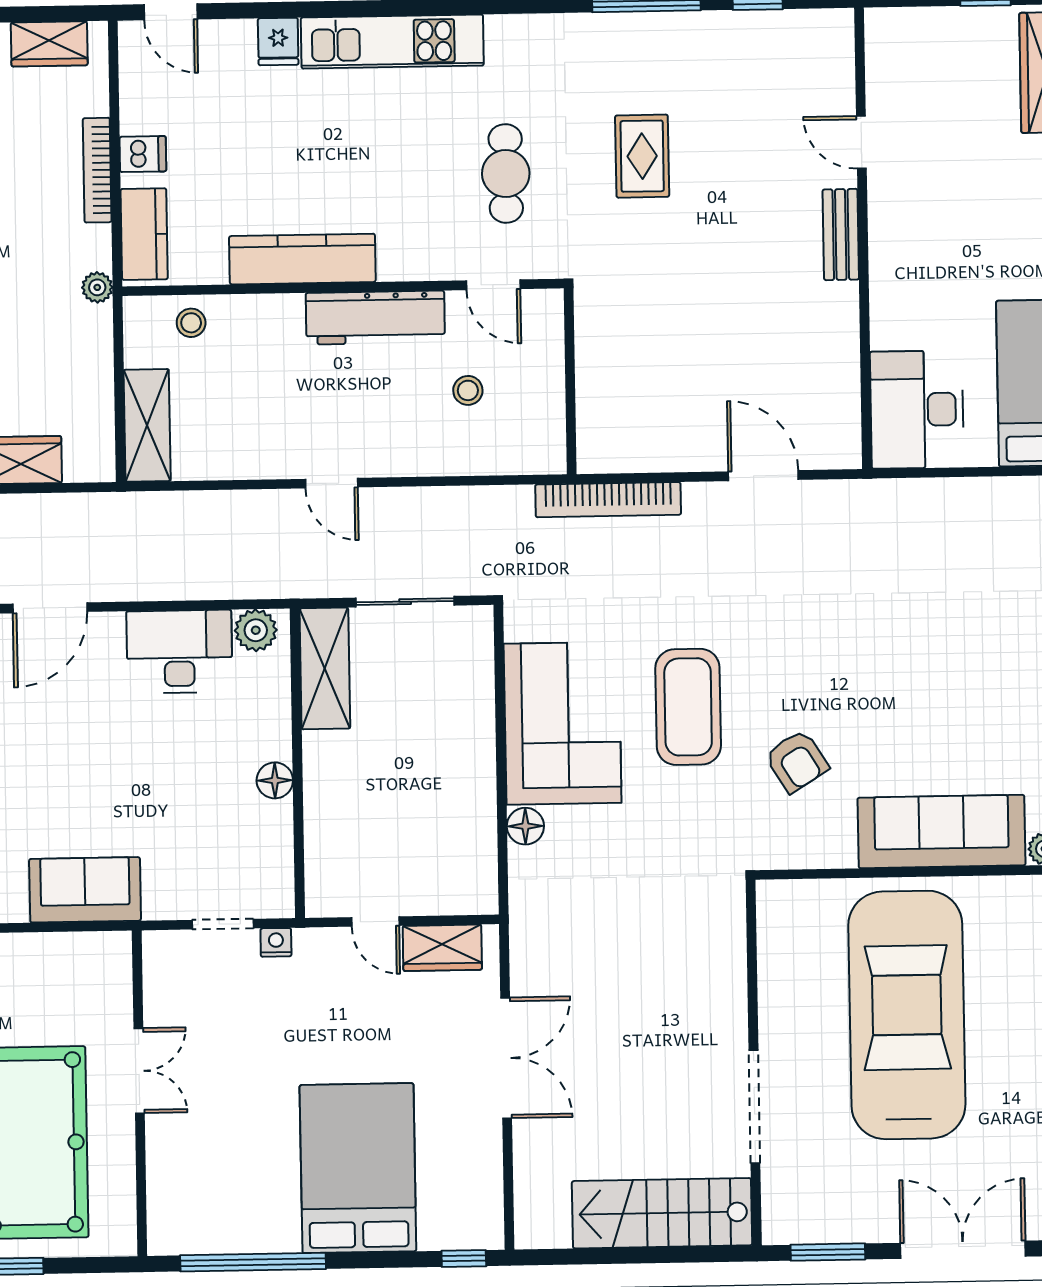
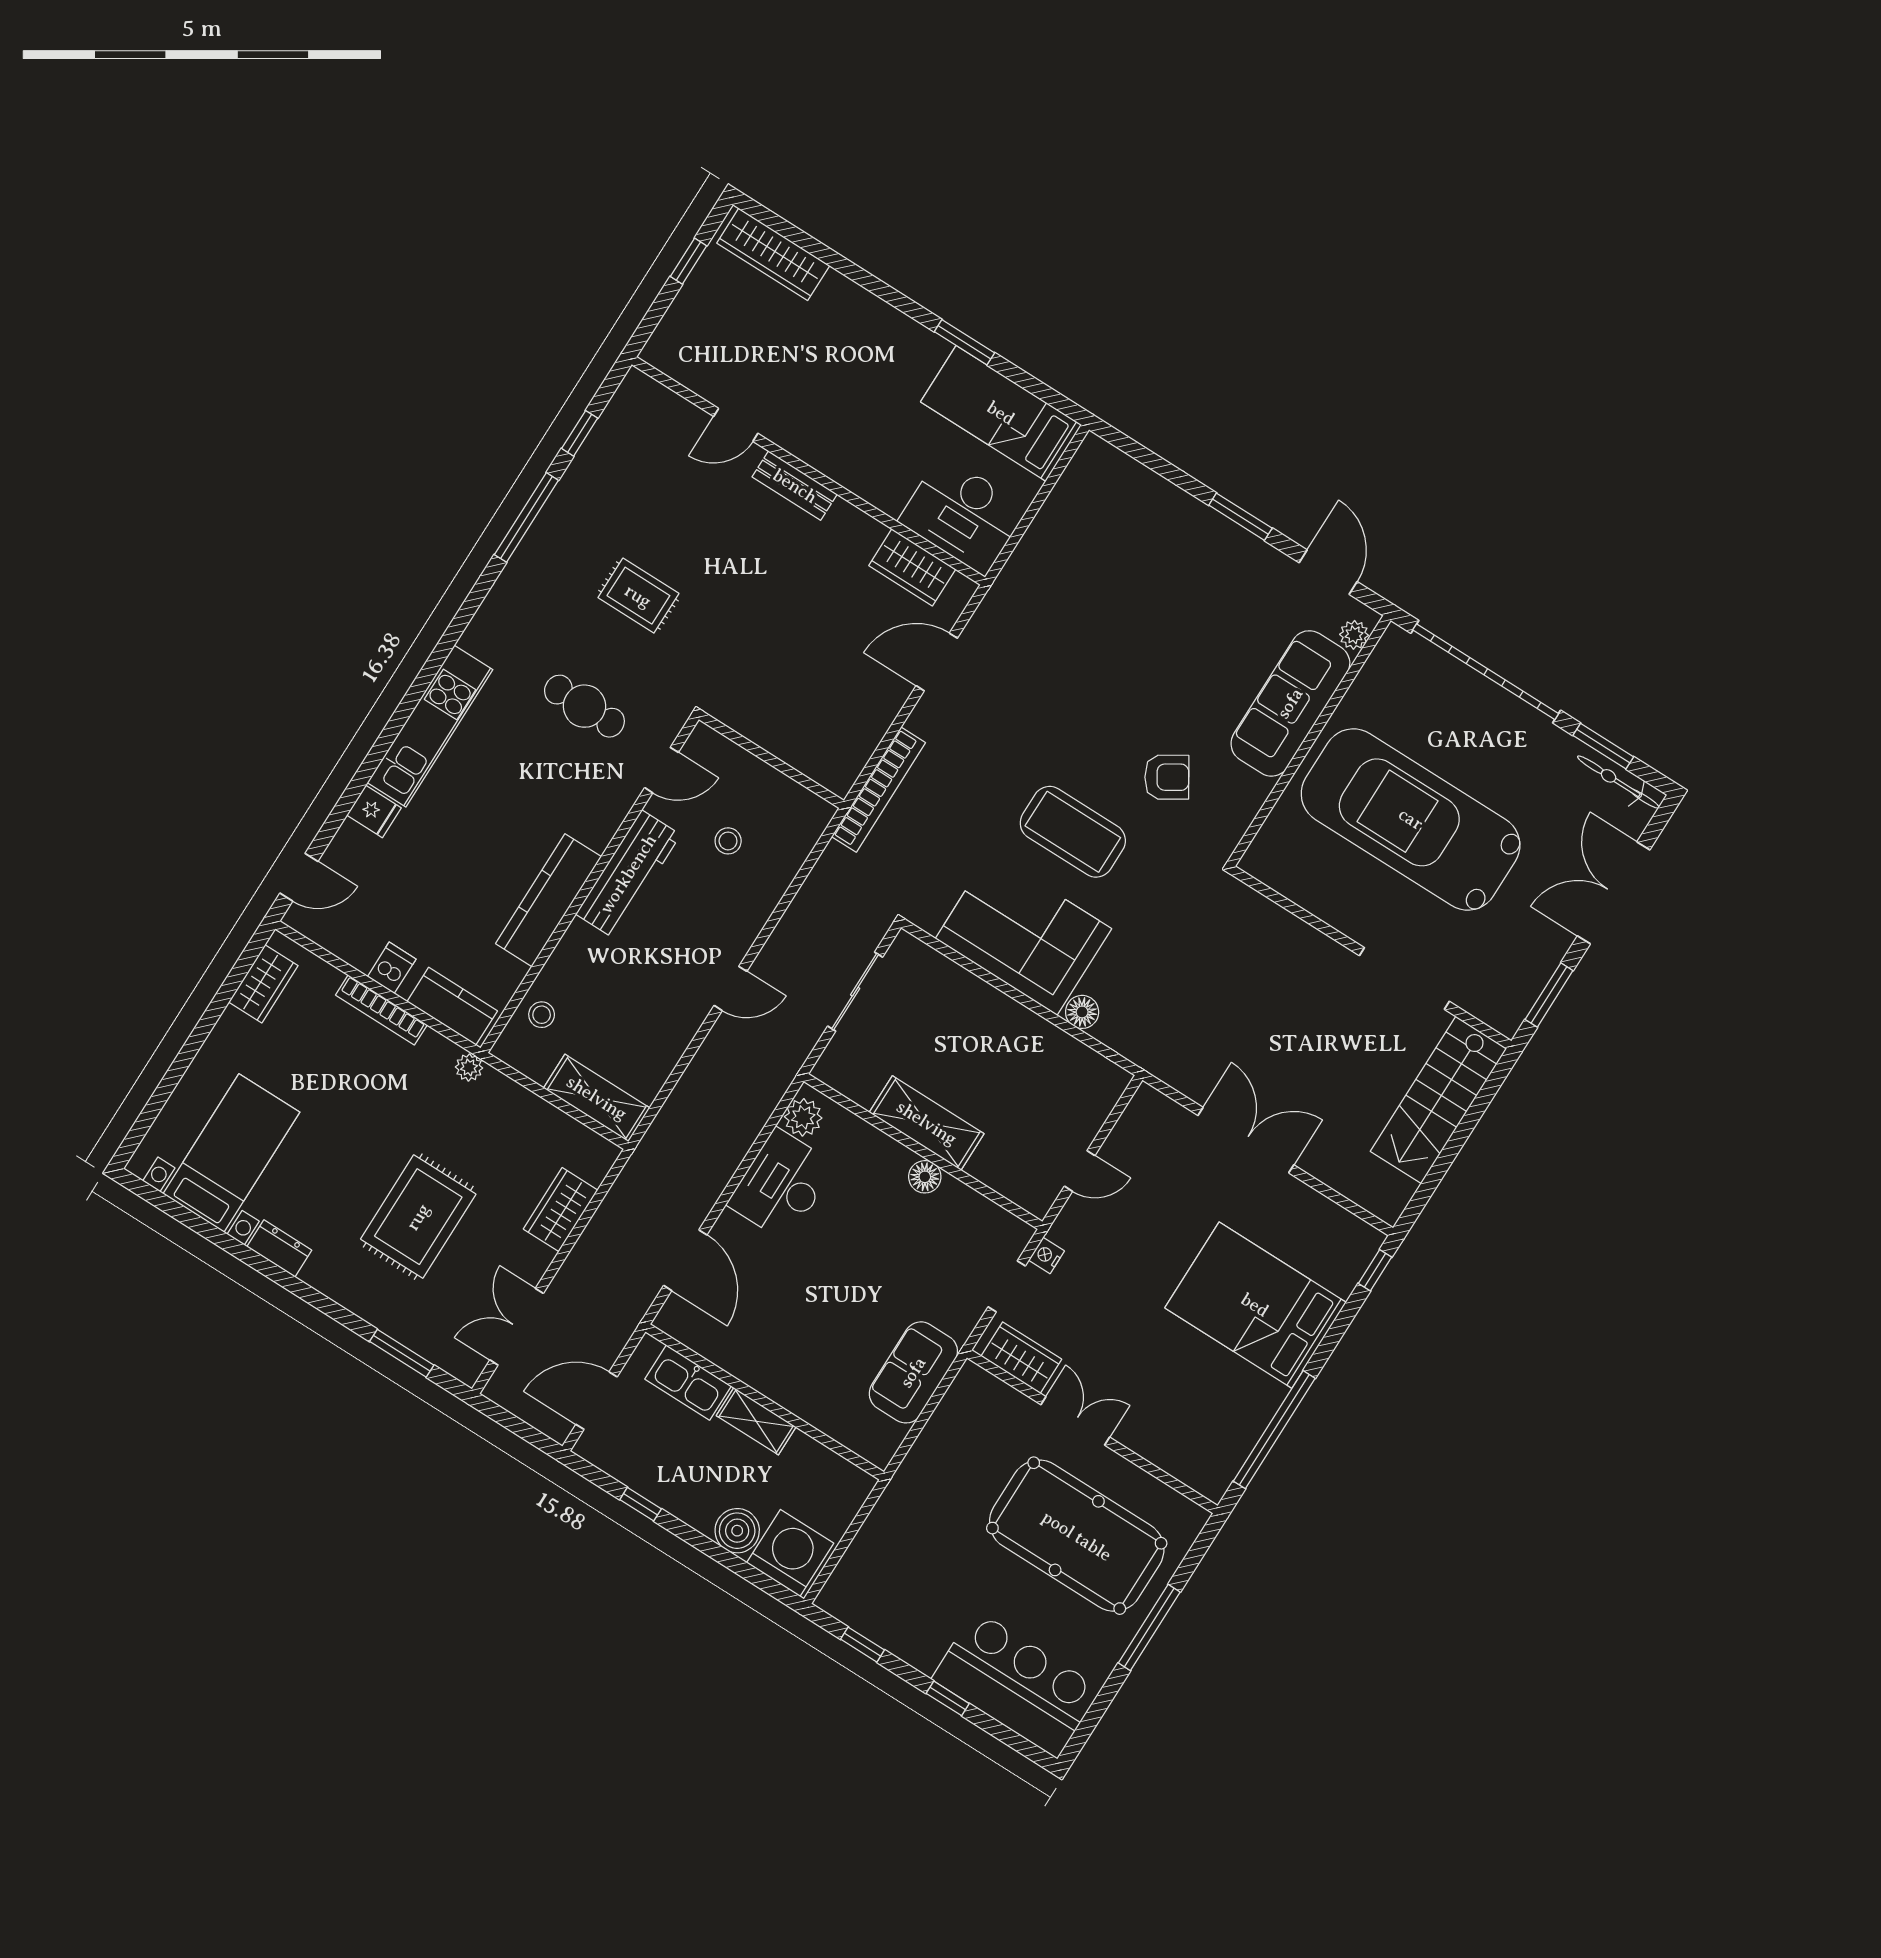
wardrobe: (837, 395) -> (912, 567), added
shelving: (325, 668) -> (927, 1123), moved
wardrobe: (442, 948) -> (1021, 1358), moved, turned -90

